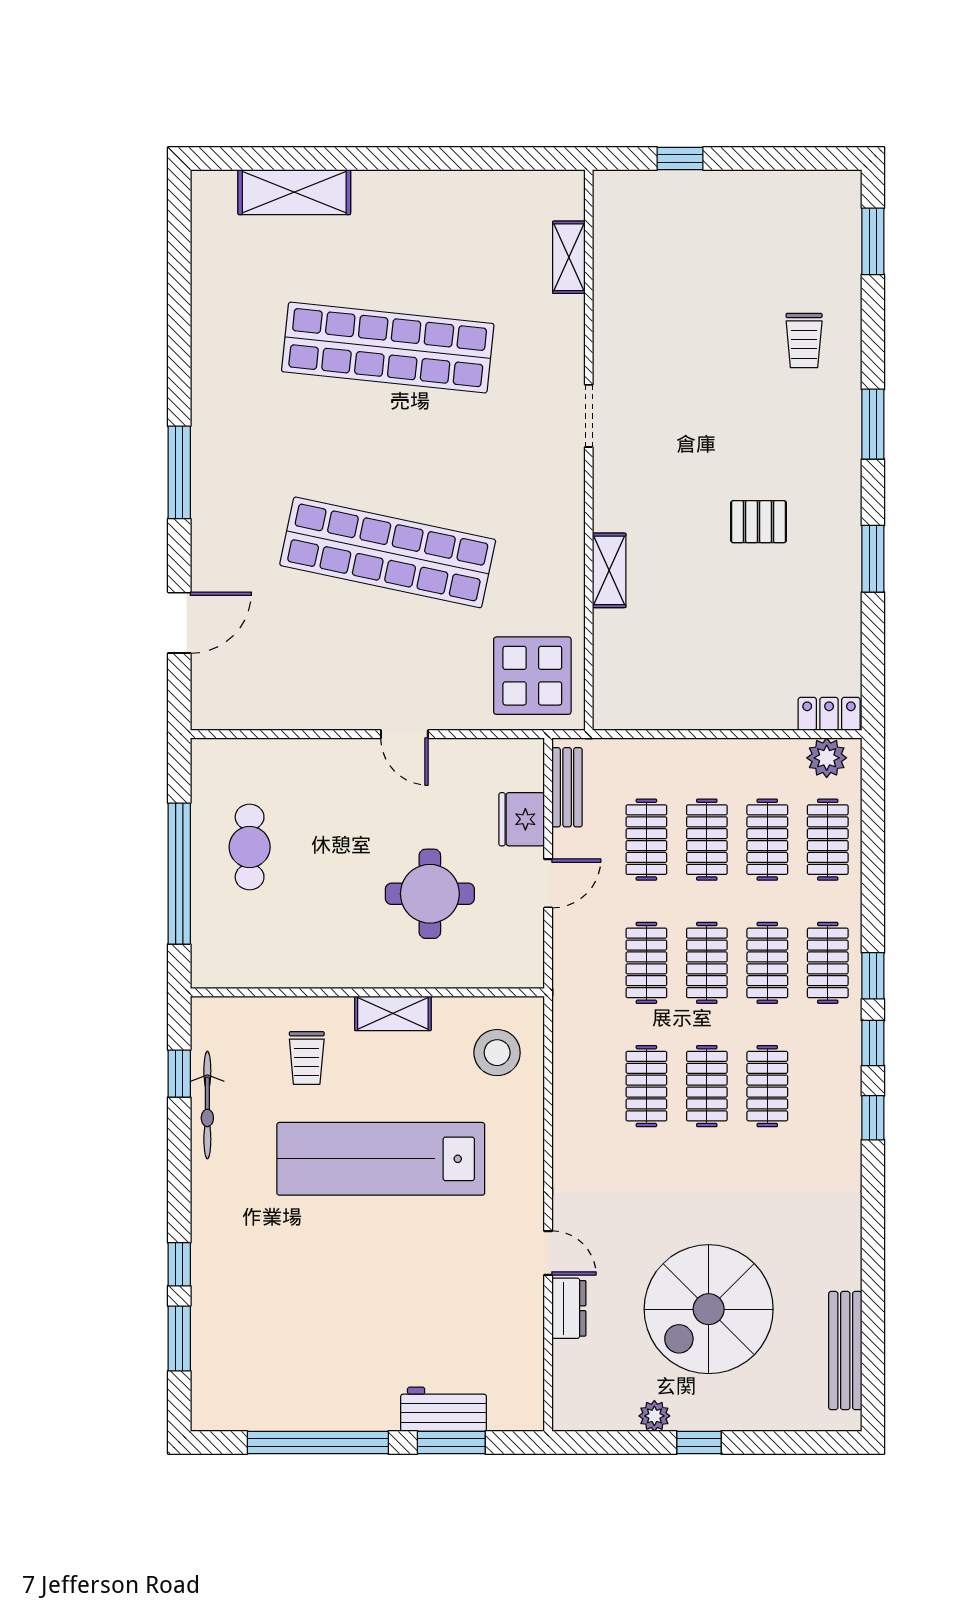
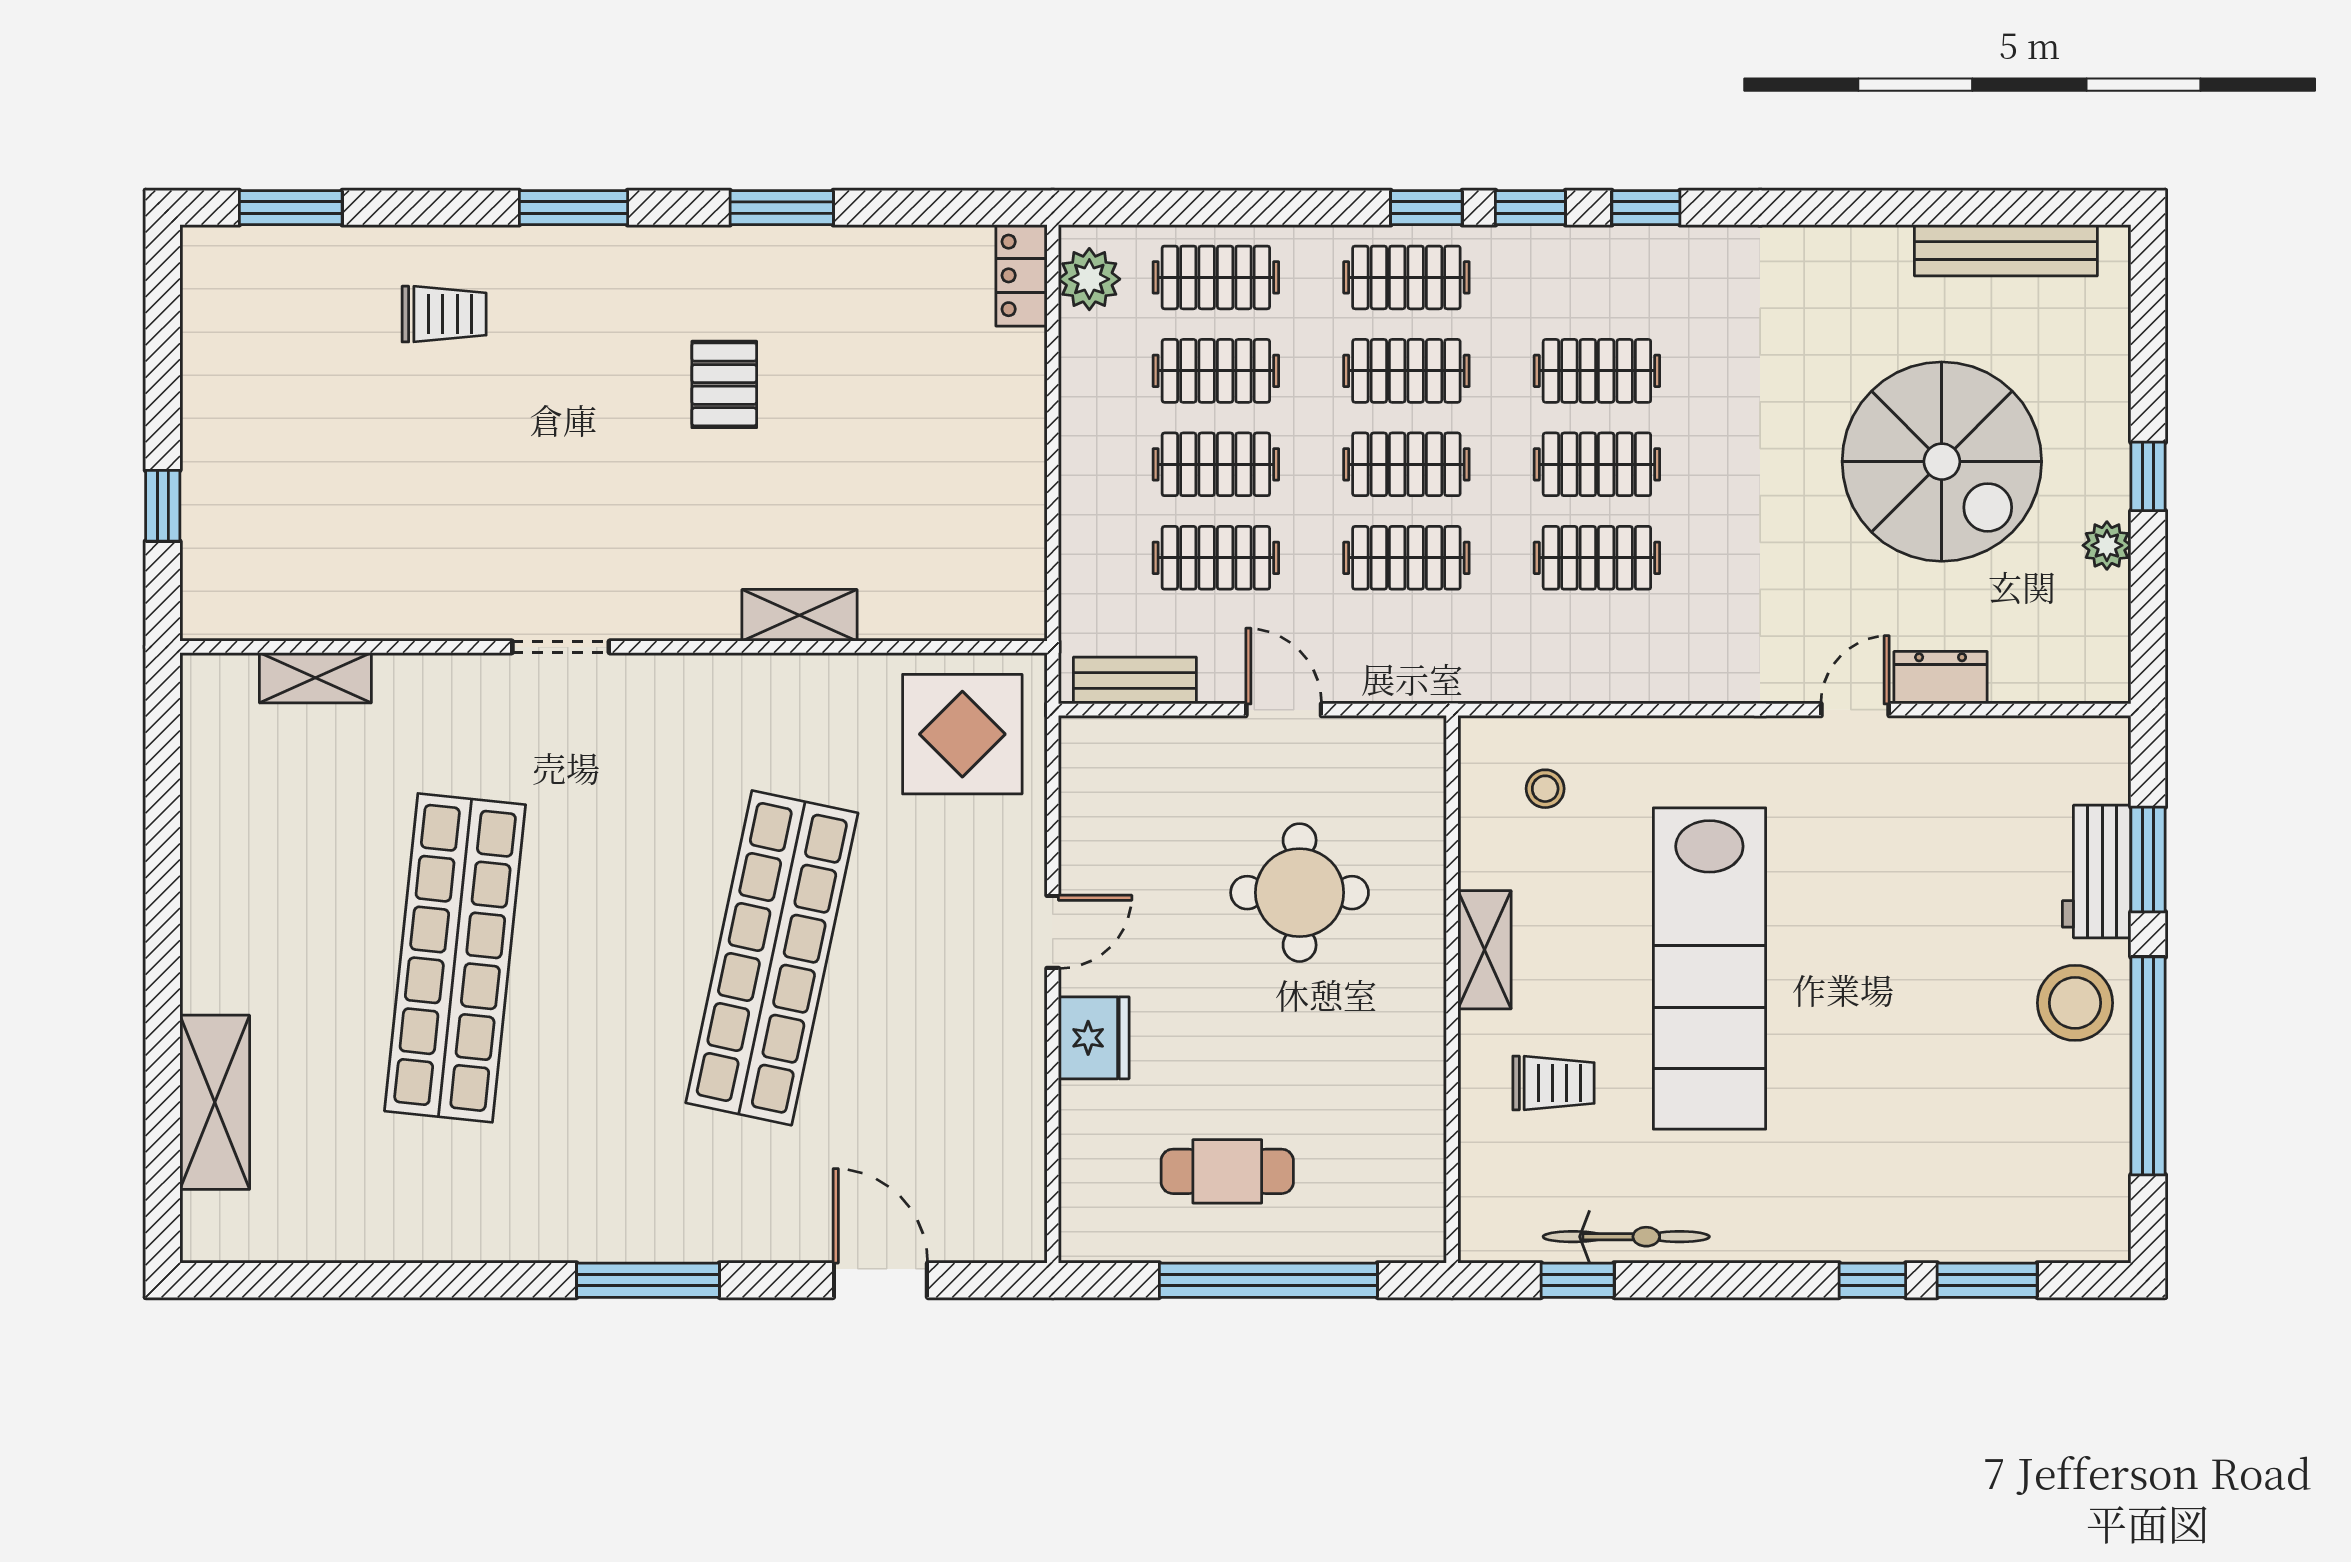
fridge: (522, 819) -> (1094, 1038), moved, turned -90
stool: (497, 1053) -> (1545, 789), width x0.53, depth x0.53
stool: (359, 1395) -> (2075, 1003), added

